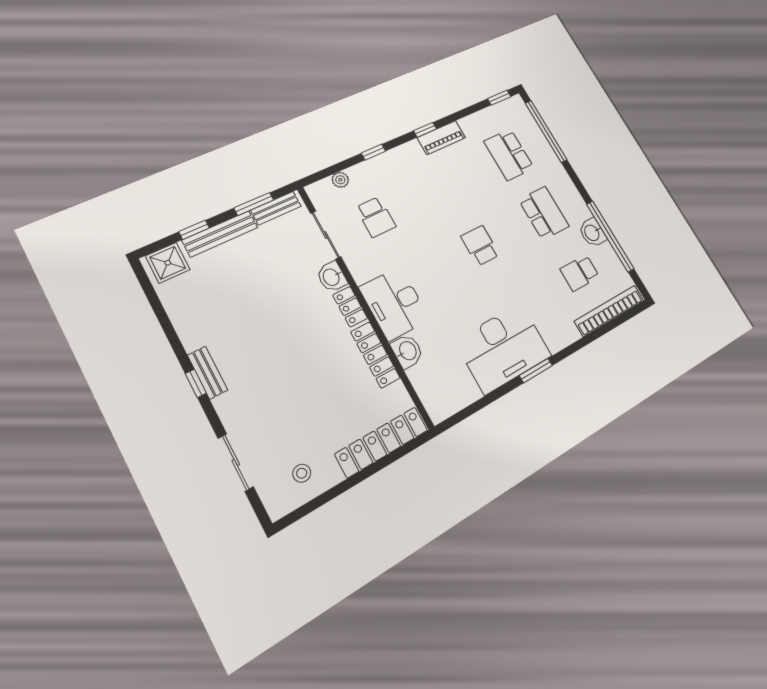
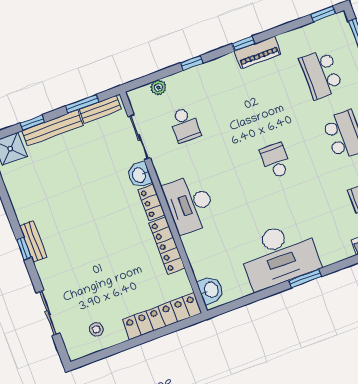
washbasin: (407, 351) -> (211, 290), moved

